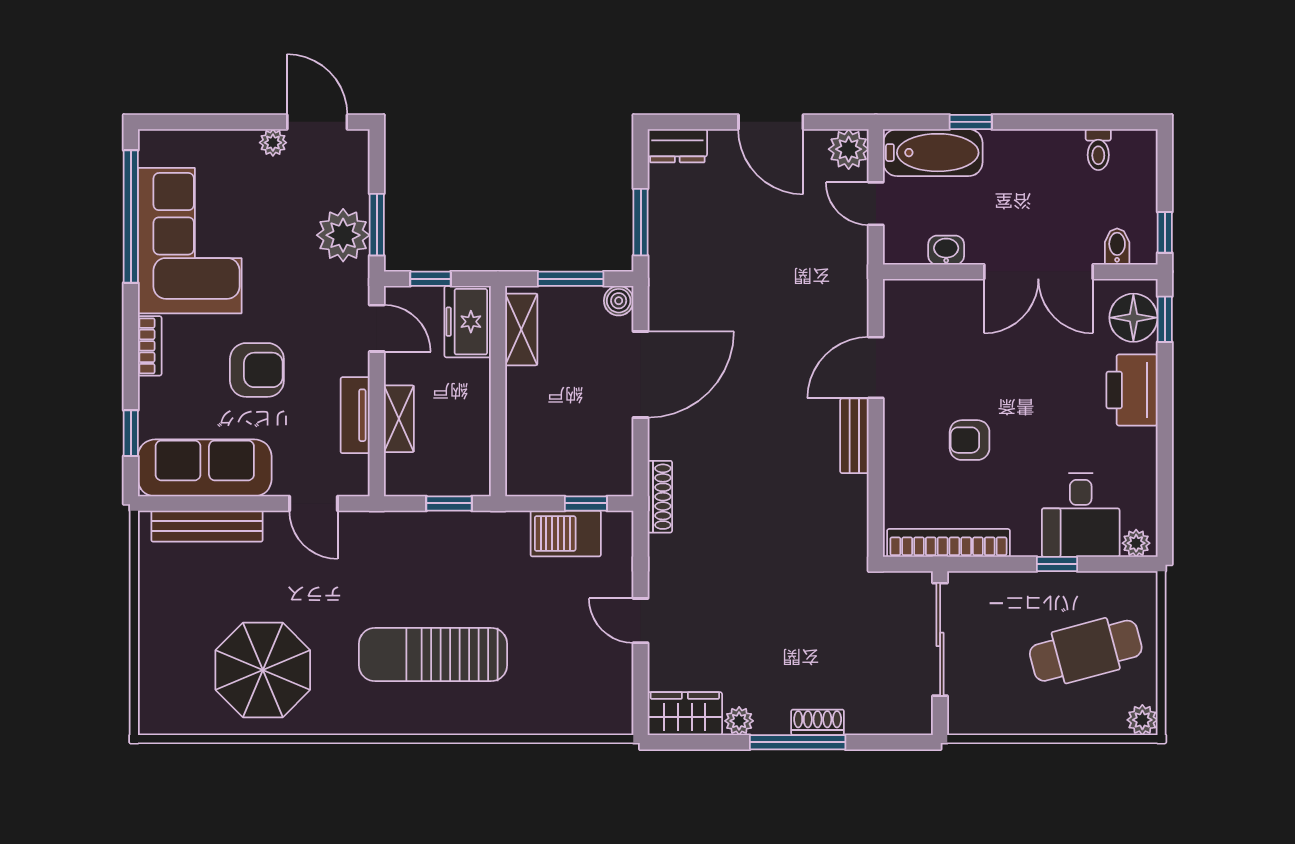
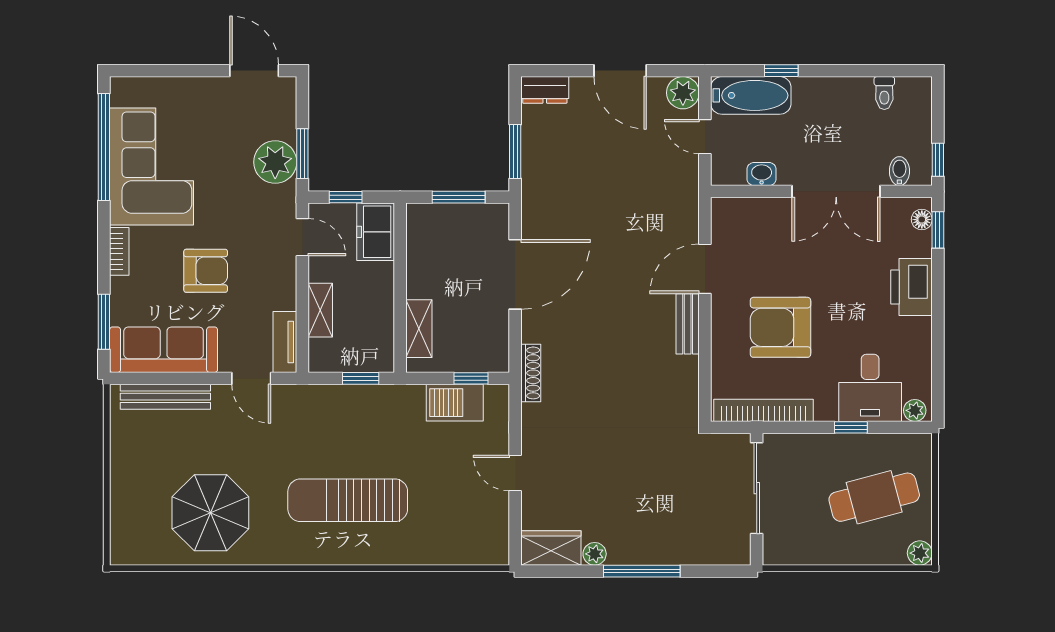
plant: (273, 143) -> (219, 87), removed
boiler: (619, 301) -> (497, 215), removed
floor lamp: (1133, 318) -> (922, 220), width x0.53, depth x0.53
shelving: (521, 329) -> (419, 329), moved
tv unit: (355, 415) -> (285, 342), moved
window: (131, 433) -> (104, 322), width x1.50
armchair: (970, 440) -> (780, 327), width x1.88, depth x1.88
shoe rack: (818, 722) -> (658, 555), removed

